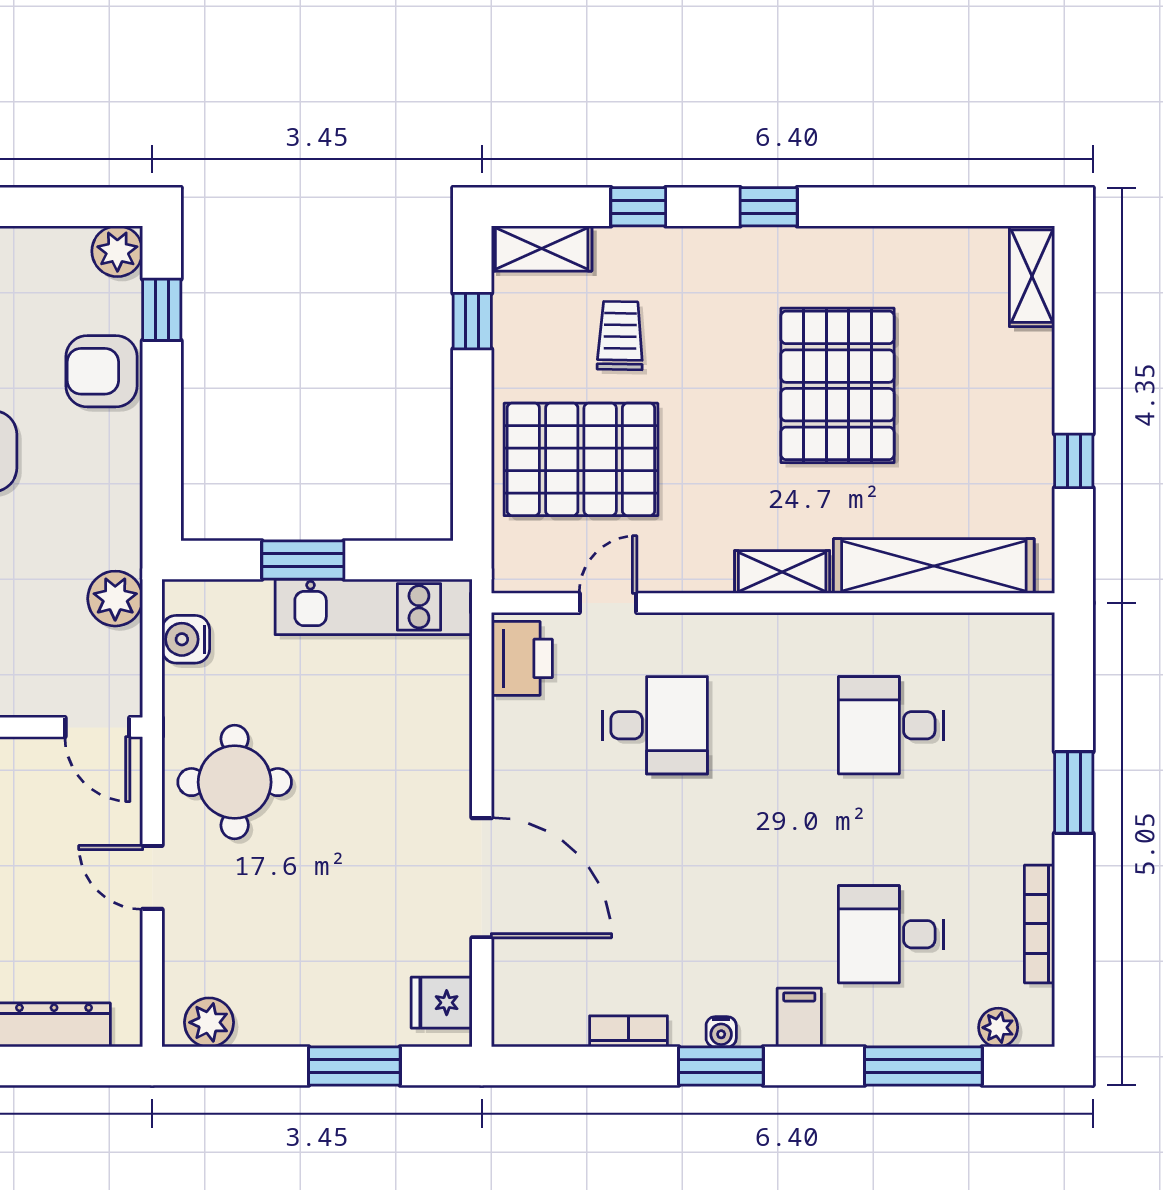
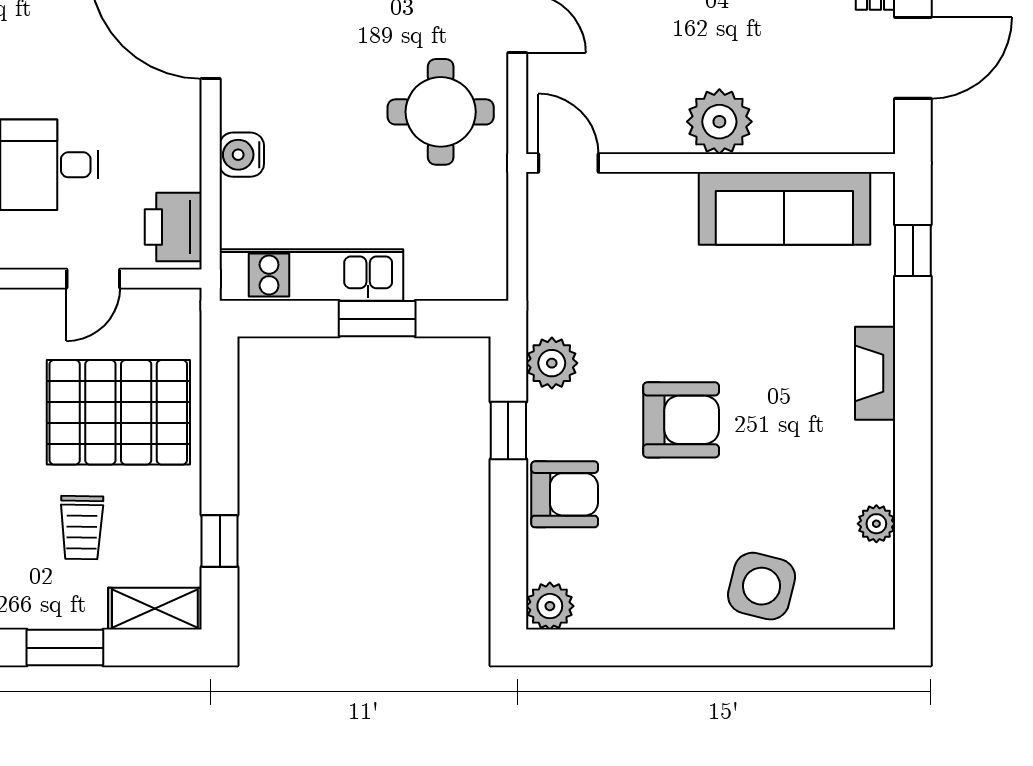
window: (638, 207) -> (65, 648), width x1.50
window: (162, 310) -> (508, 431), moved
plant: (115, 599) -> (552, 363), moved
water cooler: (186, 639) -> (242, 155), moved, turned 180

